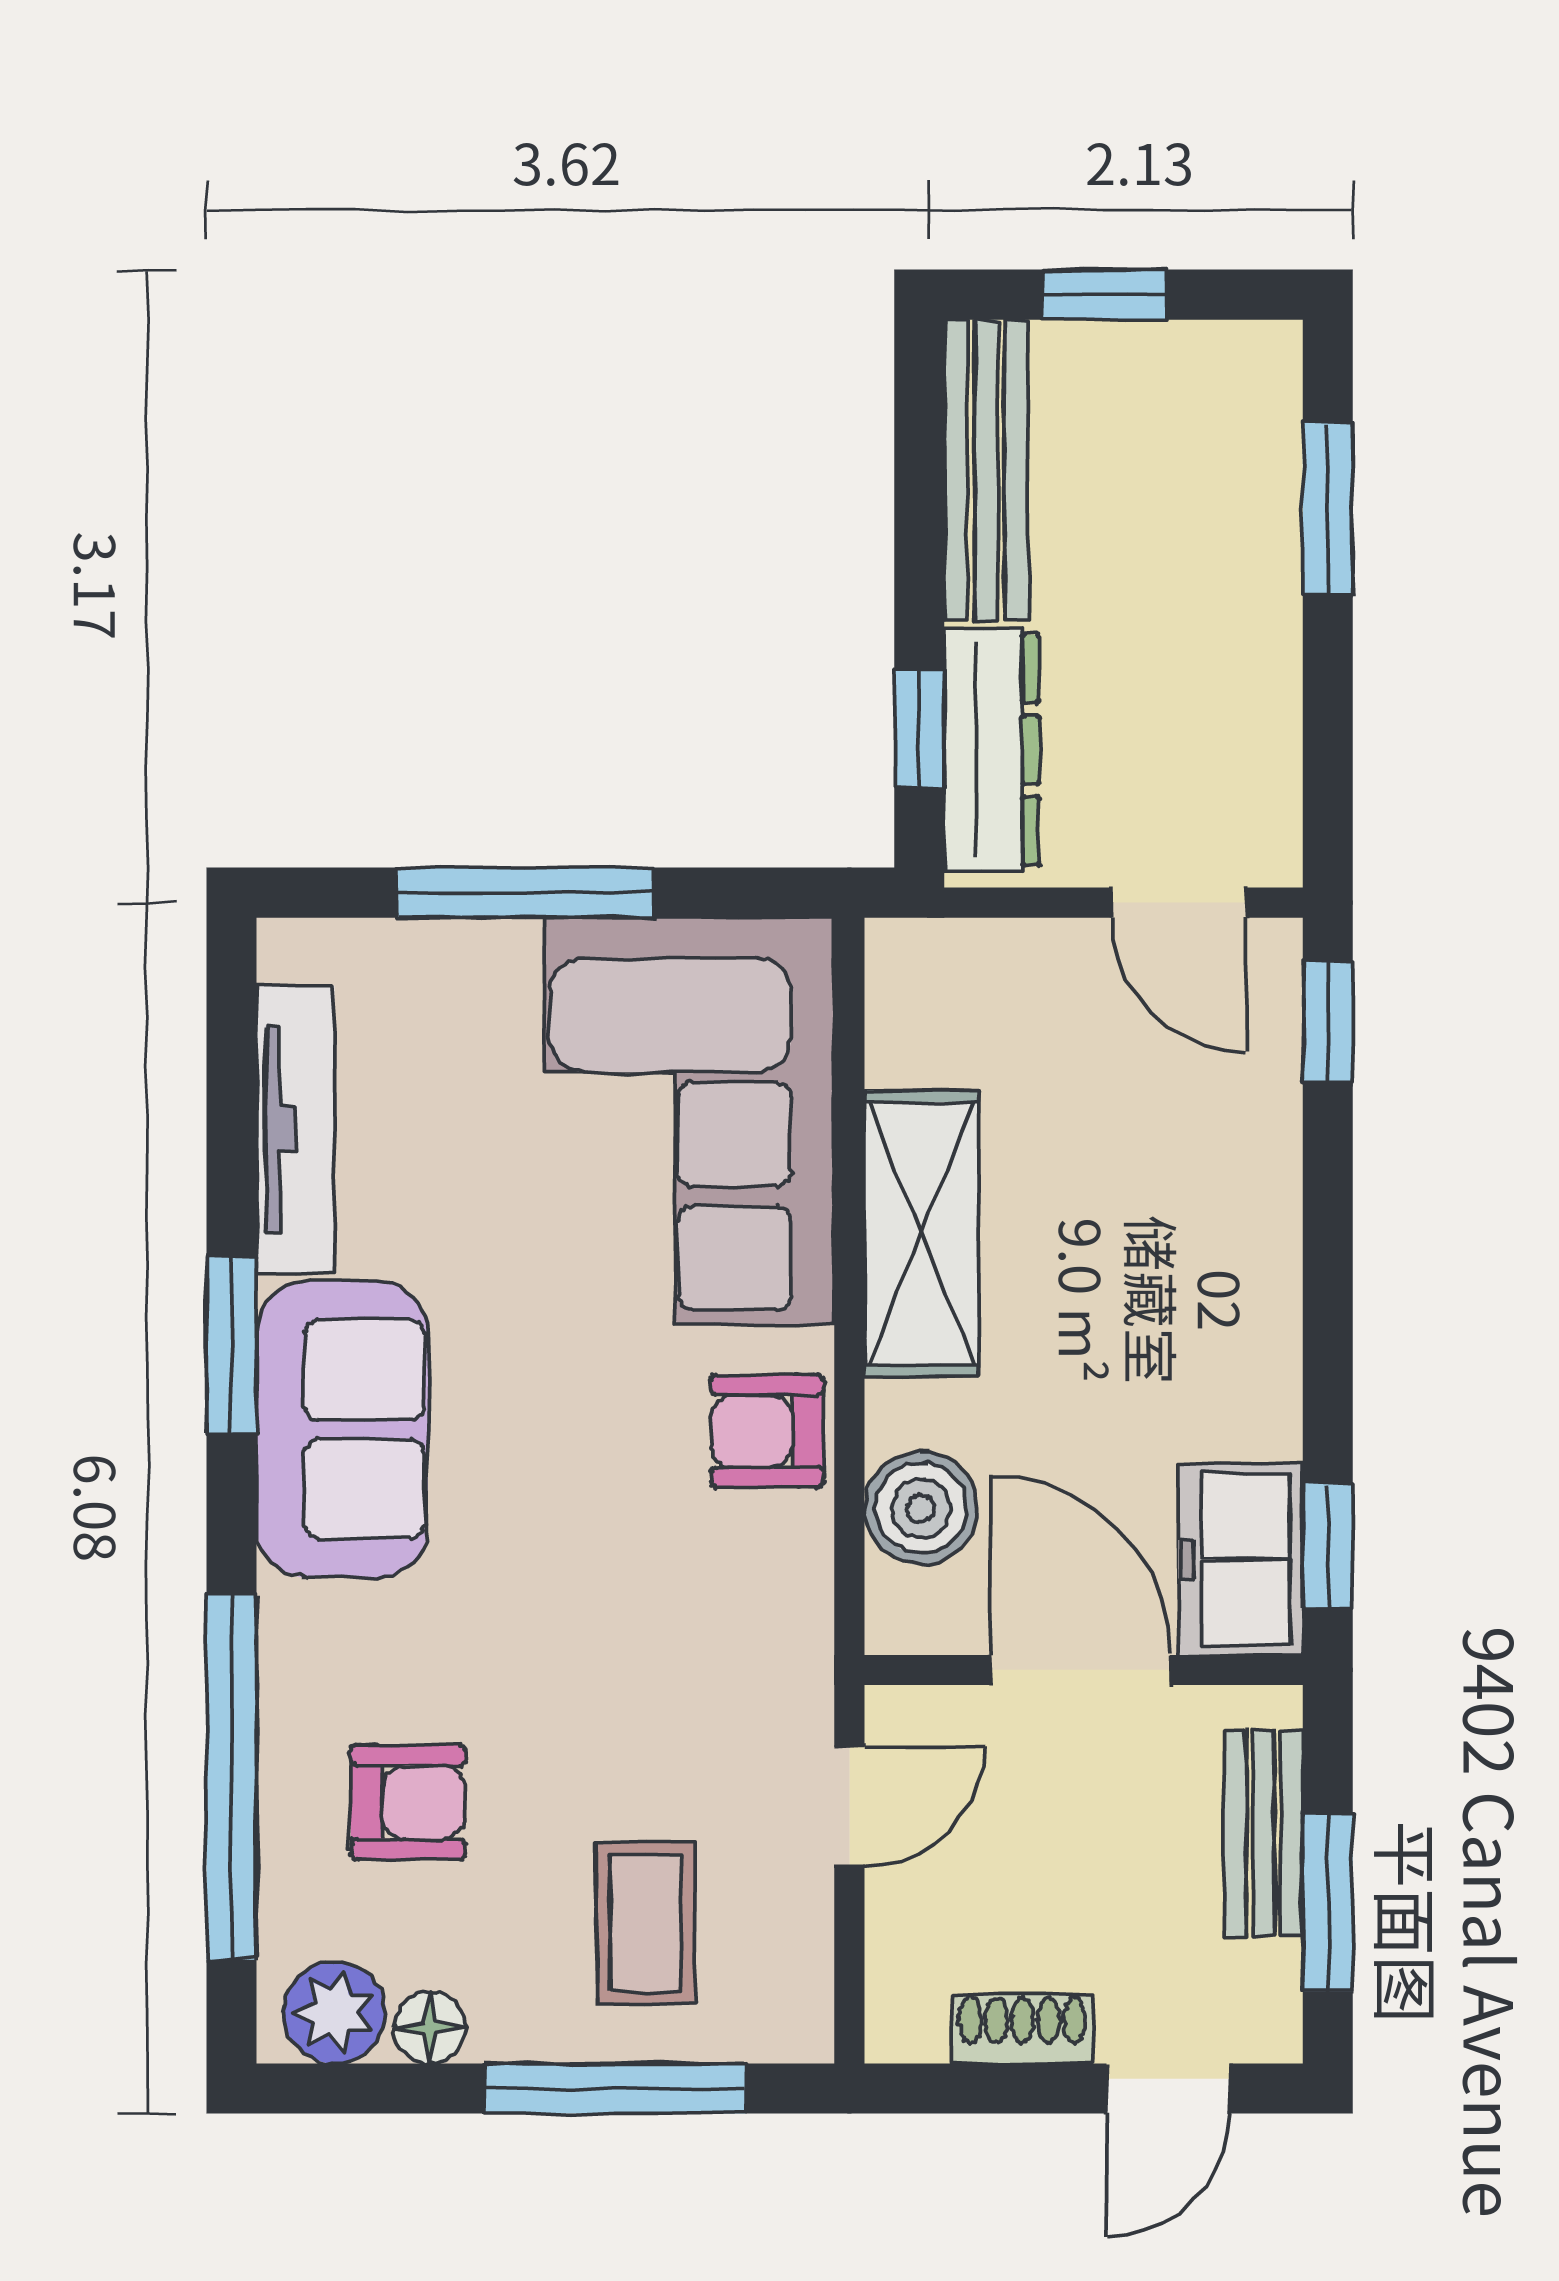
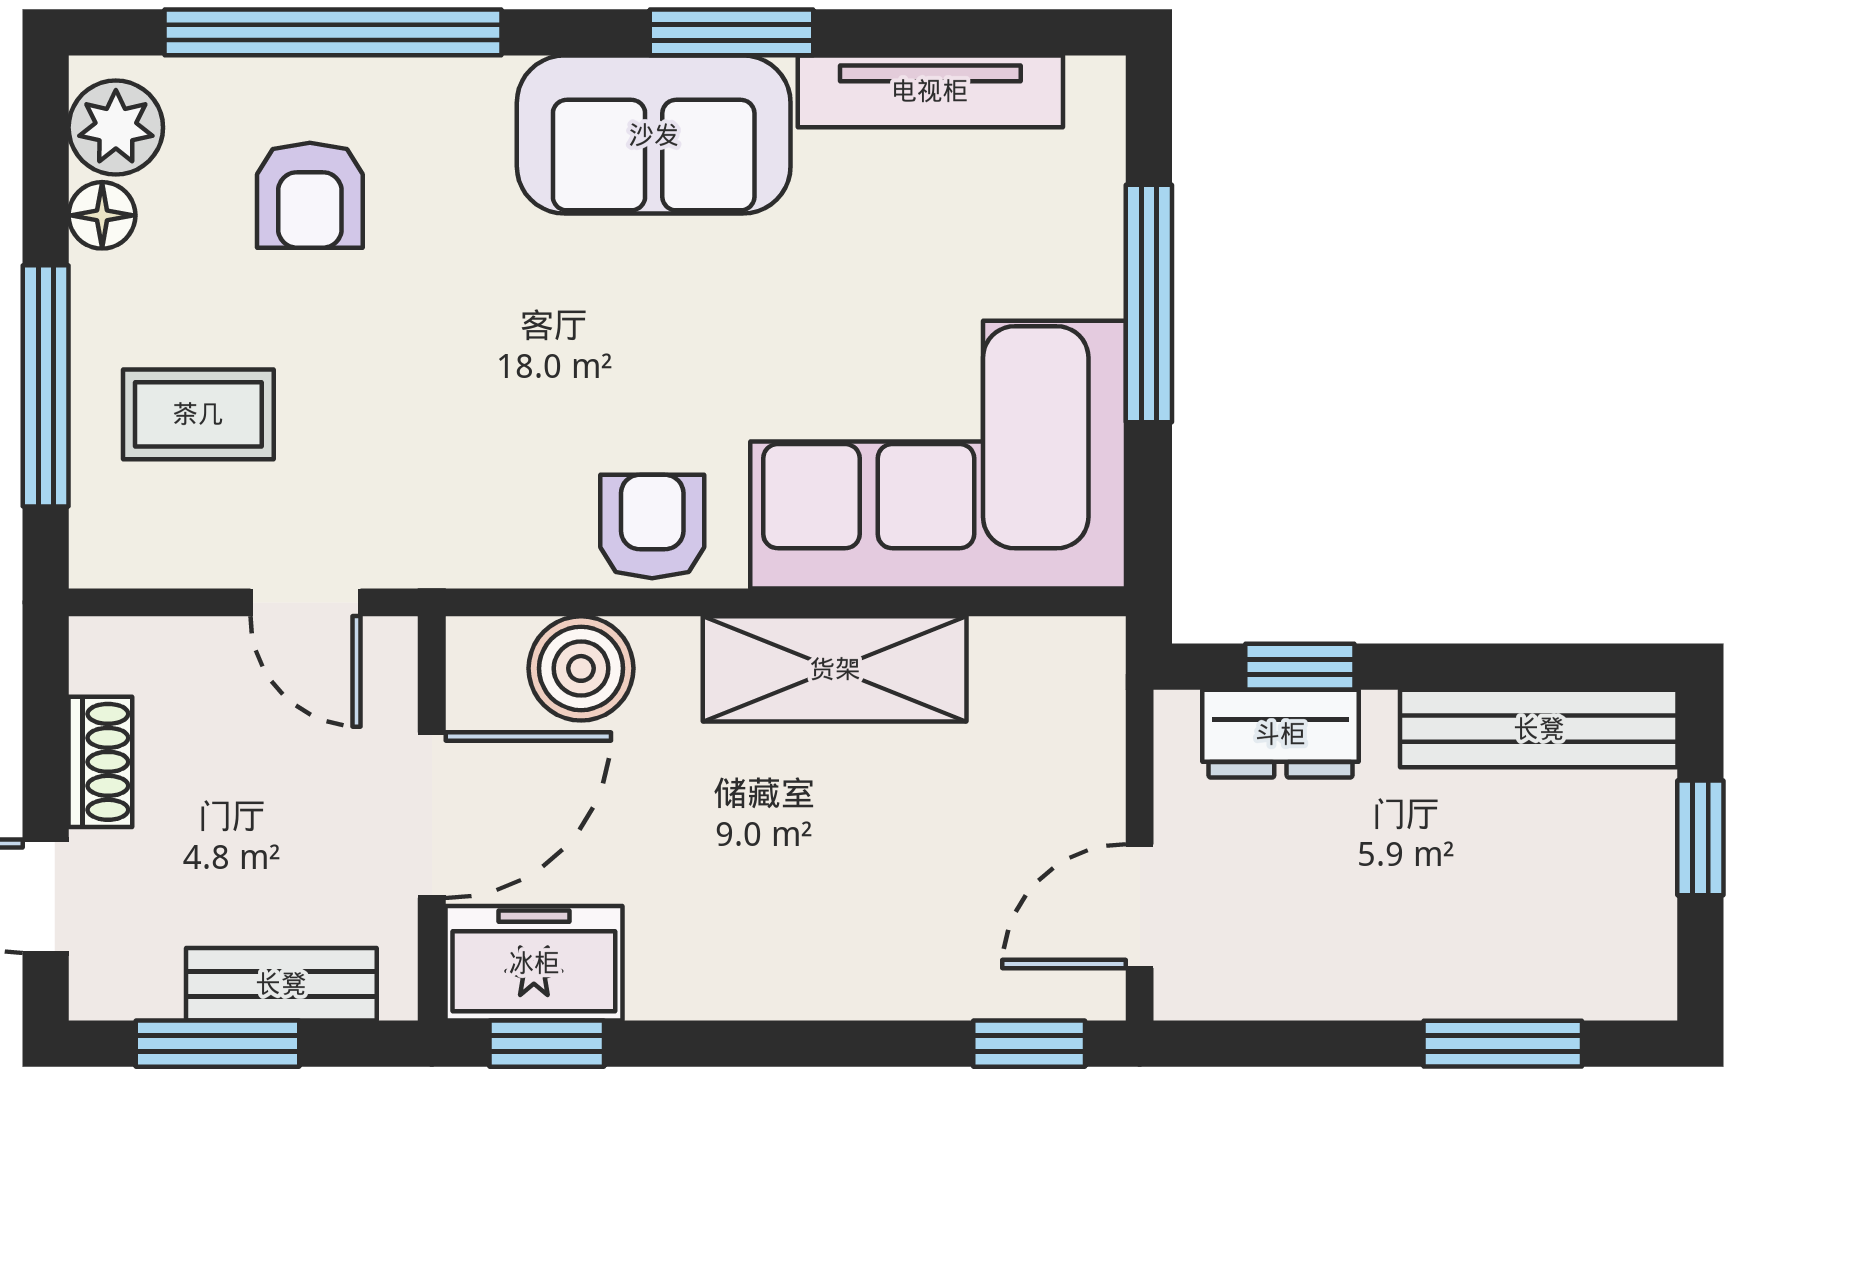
dresser: (992, 750) -> (1280, 734), width x0.70

